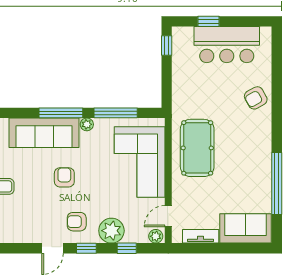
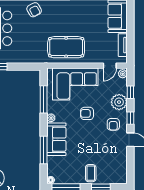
window: (61, 113) -> (44, 150), moved
sofa: (44, 133) -> (56, 139), width x0.73
armchair: (64, 177) -> (87, 113), moved
door: (168, 216) -> (110, 66), hinge flipped

